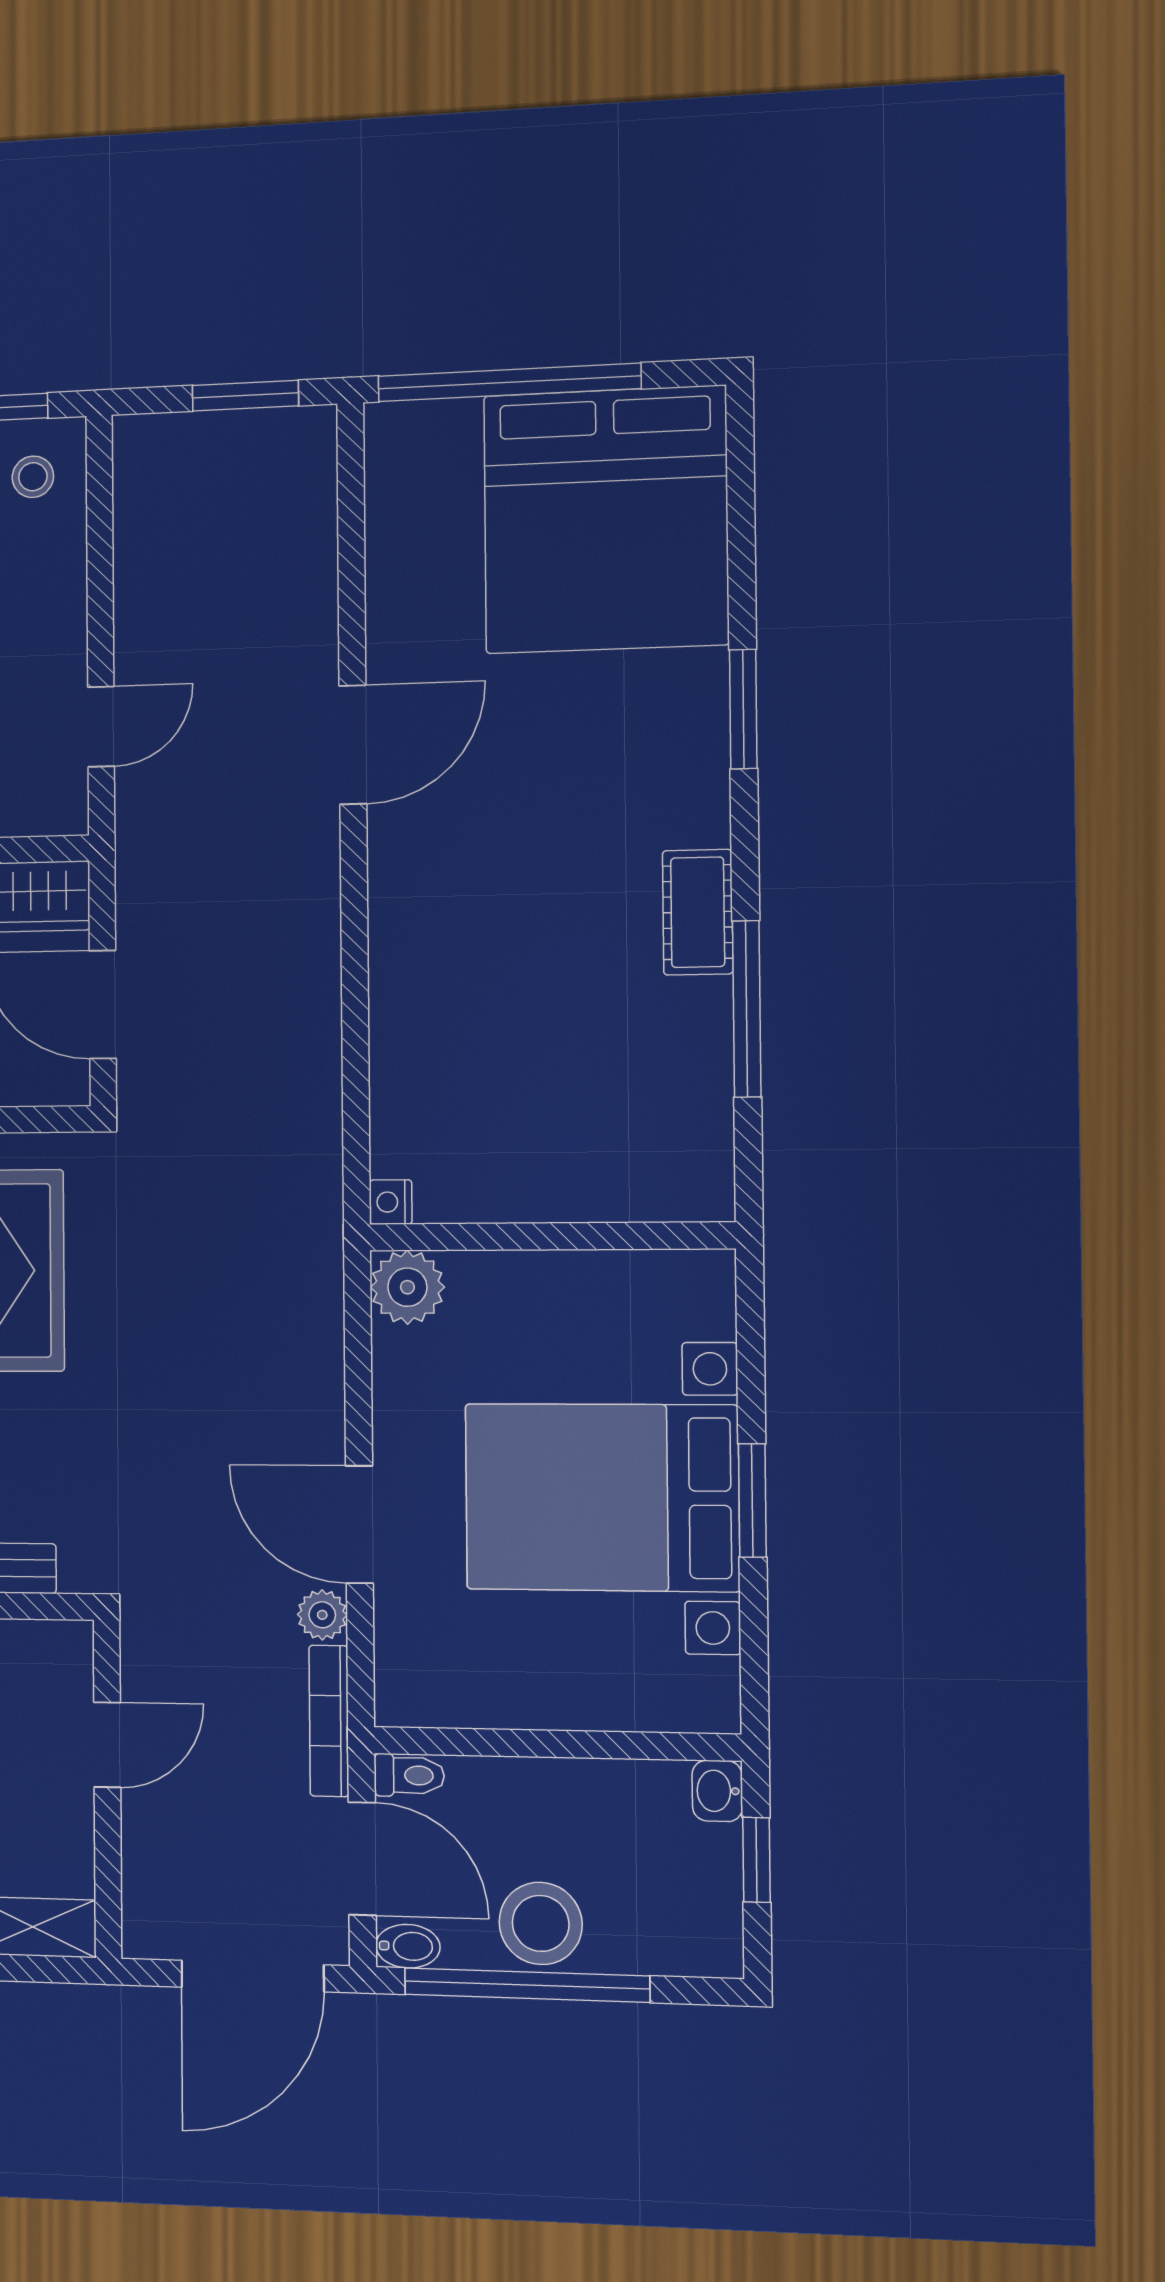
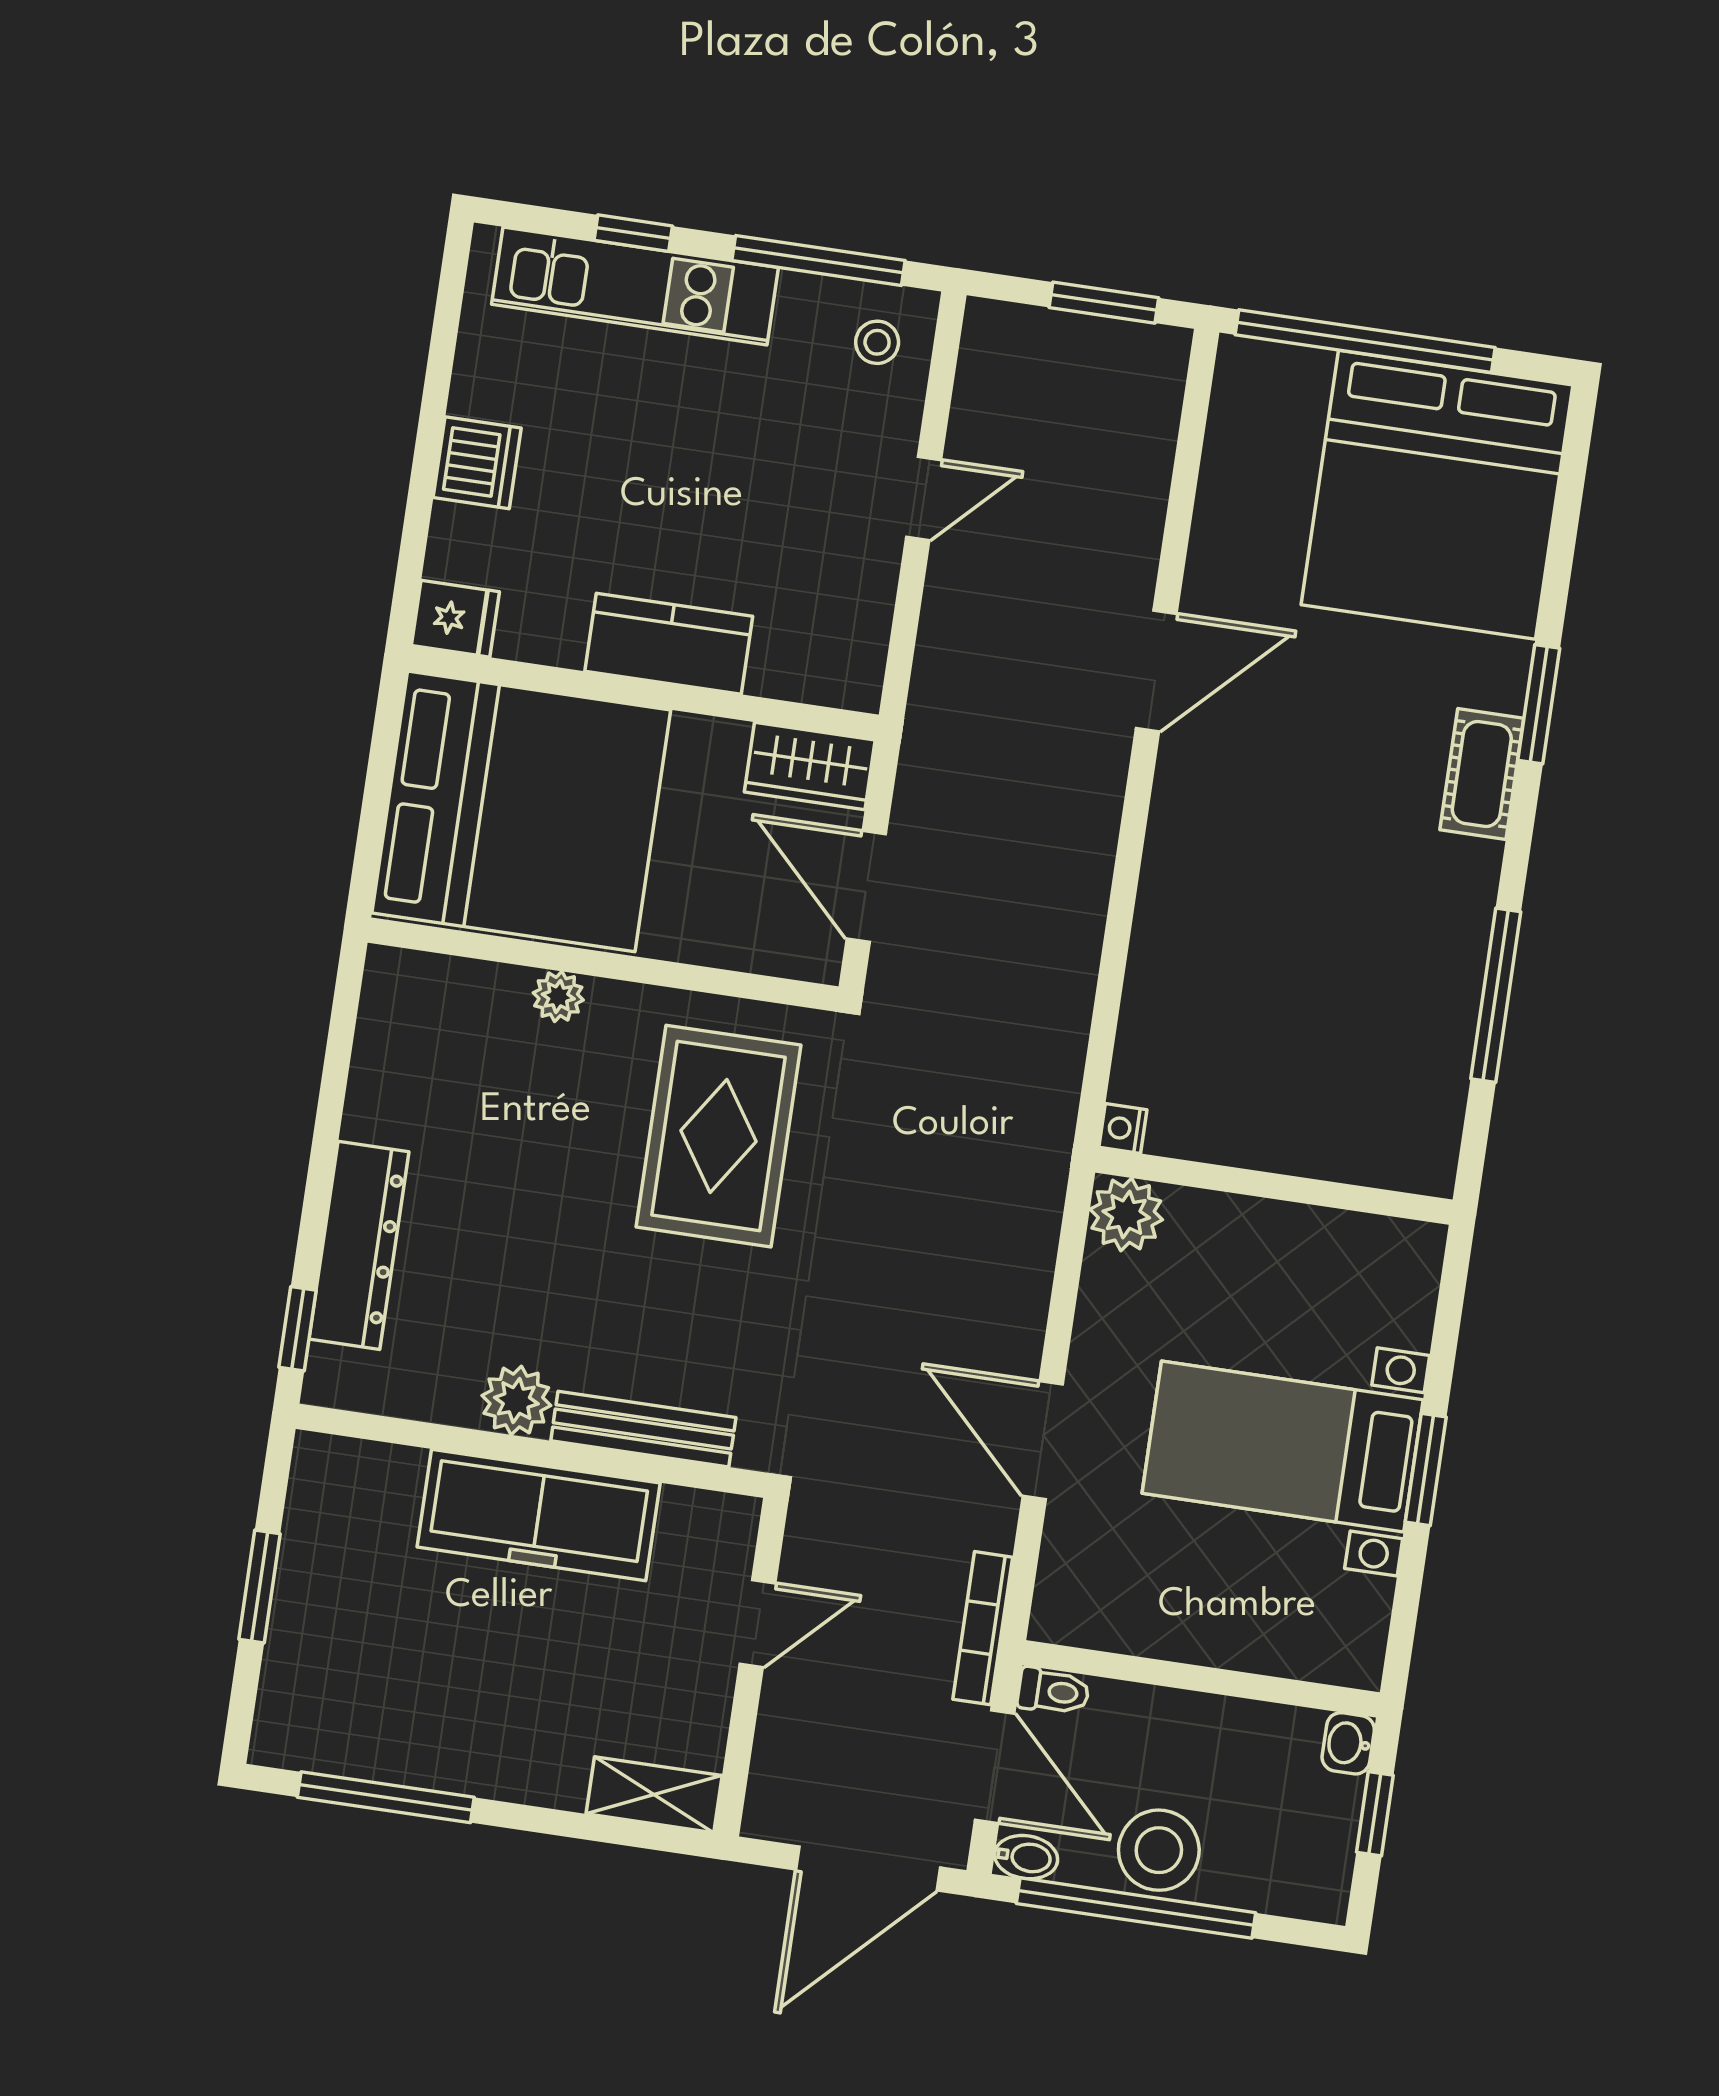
door: (101, 727) -> (924, 498), moved
cot: (698, 912) -> (1482, 774), moved
bed with nightstands: (602, 1497) -> (1283, 1447), width x0.73
plant: (322, 1615) -> (992, 1524), removed

